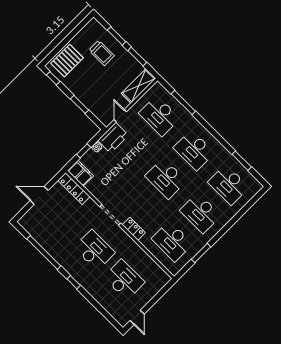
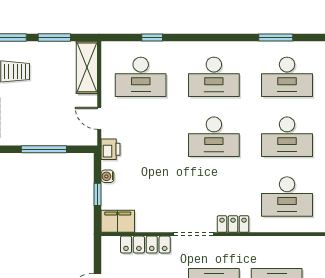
window: (183, 103) -> (152, 37), width x0.46
window: (80, 104) -> (44, 149), width x1.44
printer: (113, 138) -> (110, 149), width x0.53, depth x0.68
locker: (74, 188) -> (145, 245), moved

